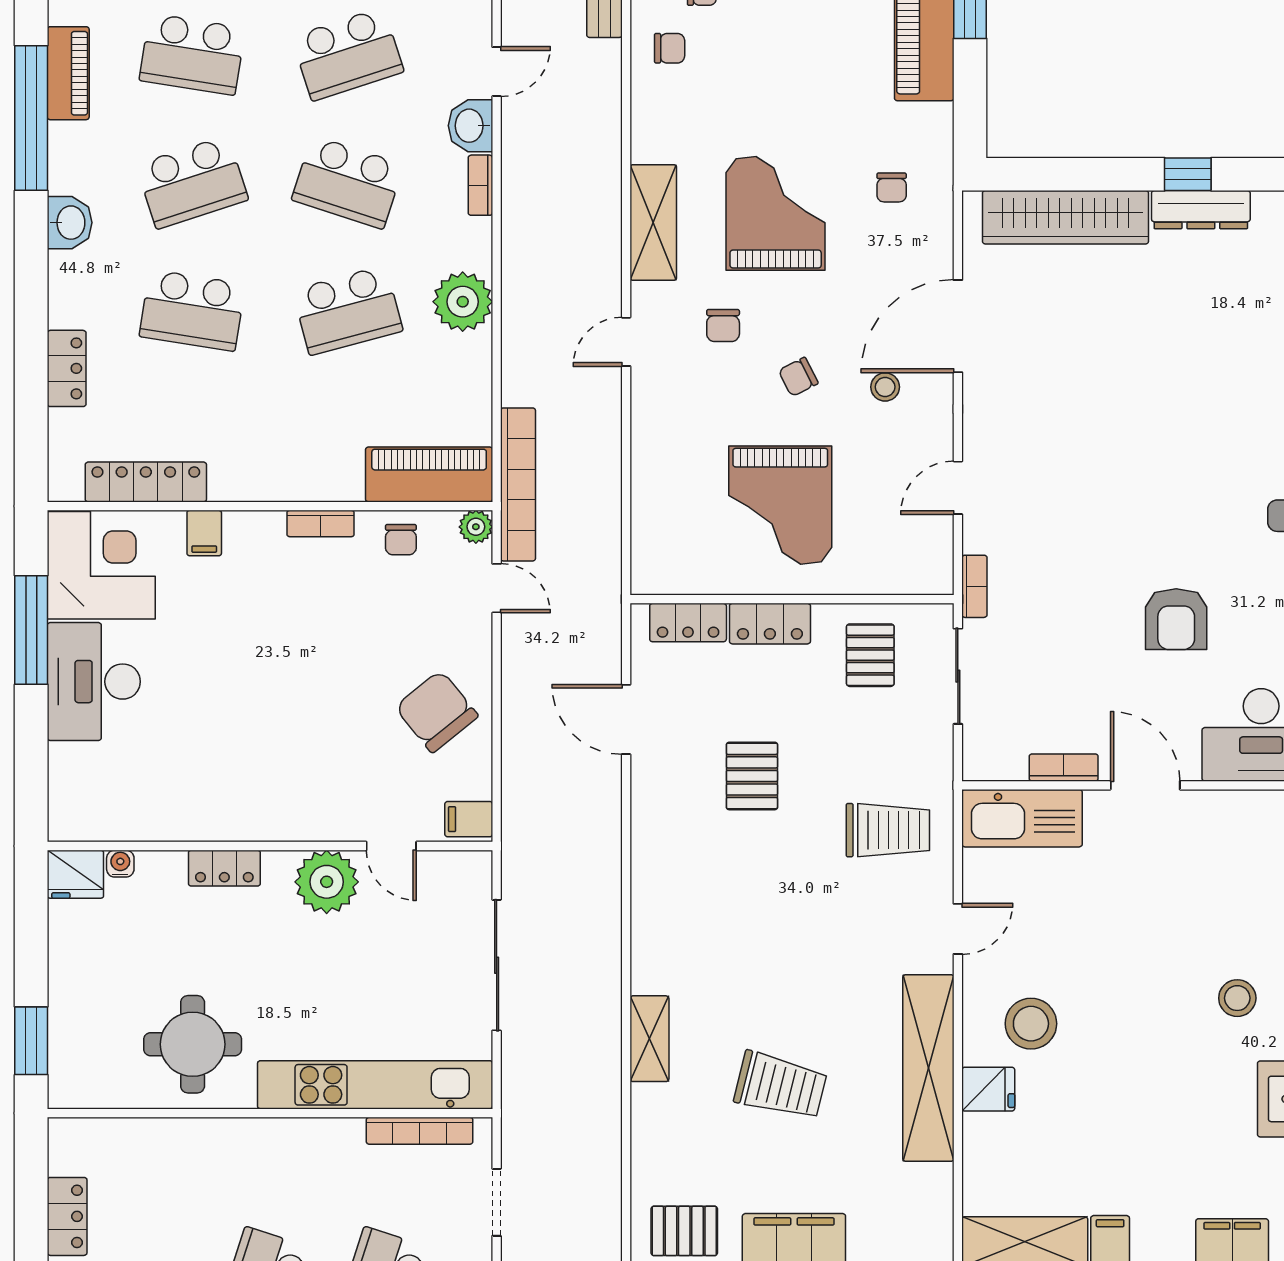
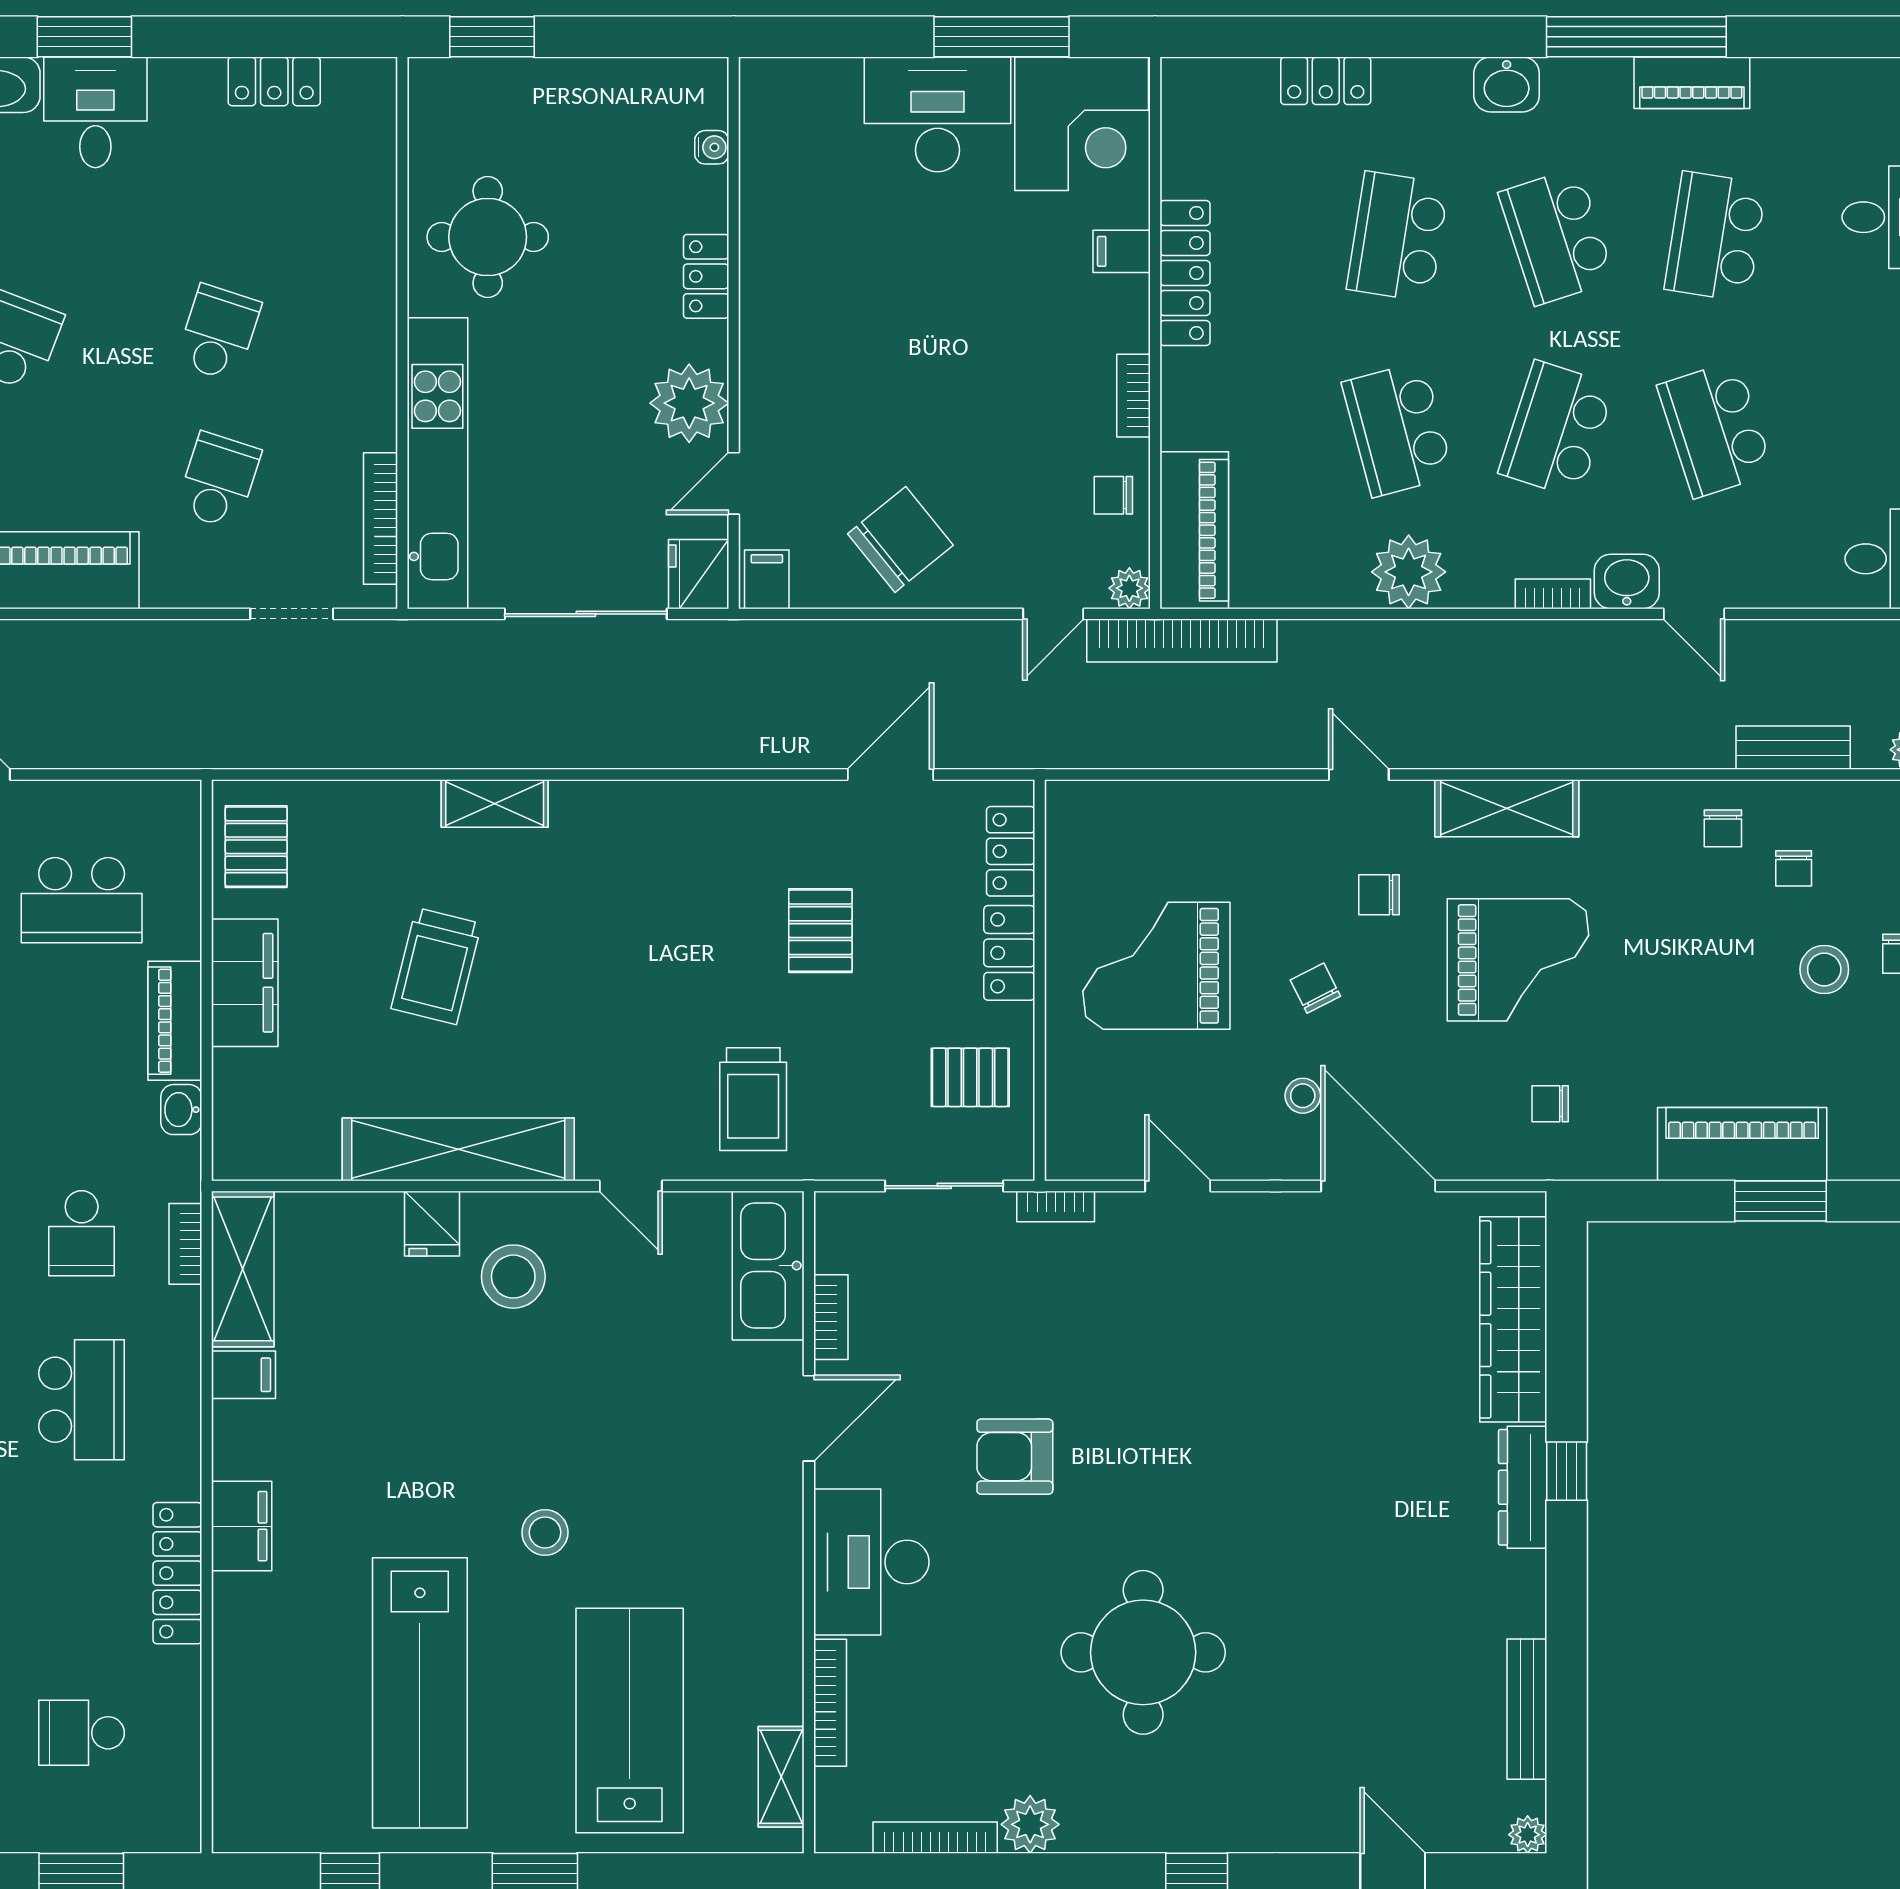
locker: (146, 482) -> (1185, 273), moved
pallet: (752, 776) -> (820, 931), turned 90
fridge: (75, 874) -> (699, 574), moved

